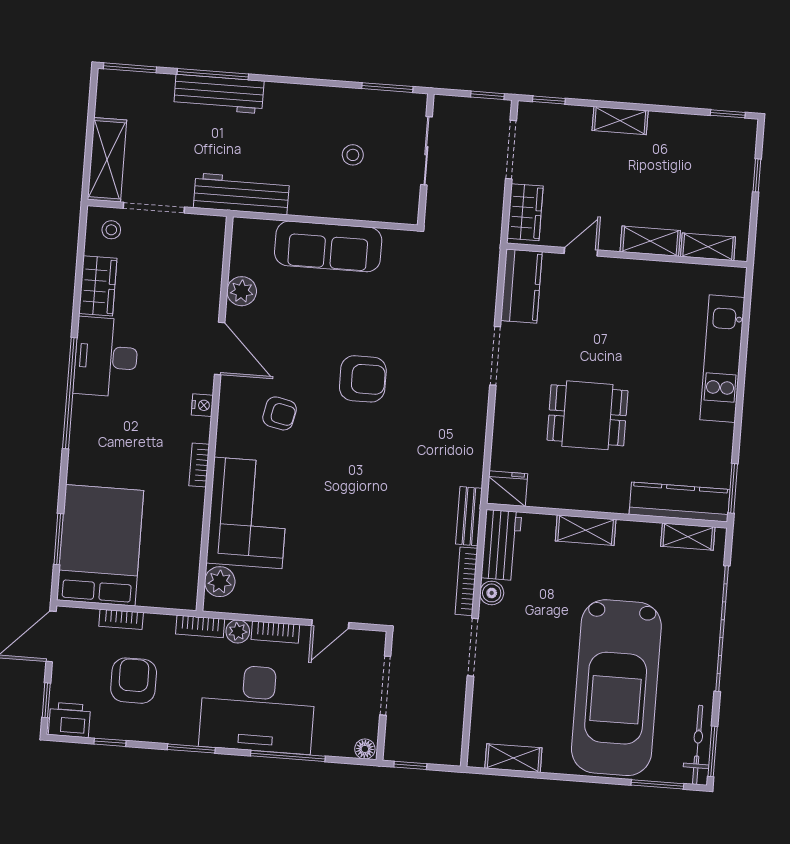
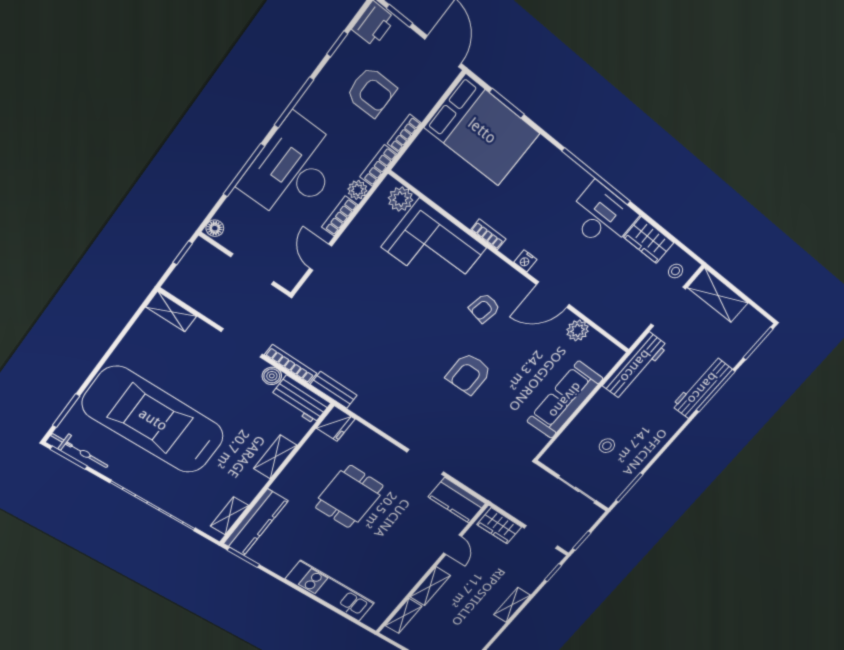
bookcase: (121, 619) -> (404, 133), moved
window: (191, 749) -> (294, 102), width x1.44
shelving: (513, 758) -> (171, 312), moved, turned 90

